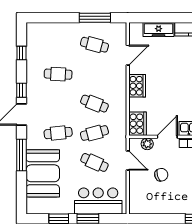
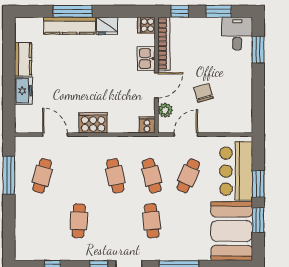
freezer: (159, 30) -> (23, 91), width x0.71
cafe table: (94, 104) -> (115, 176), turned -33
cooker: (138, 124) -> (147, 125), width x0.53, depth x0.76
door: (167, 137) -> (156, 85), swing flipped
booth: (43, 173) -> (232, 231), moved, turned 90

